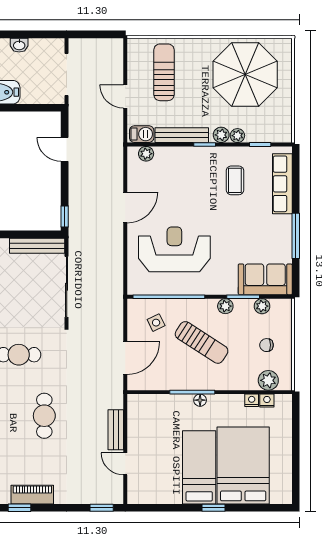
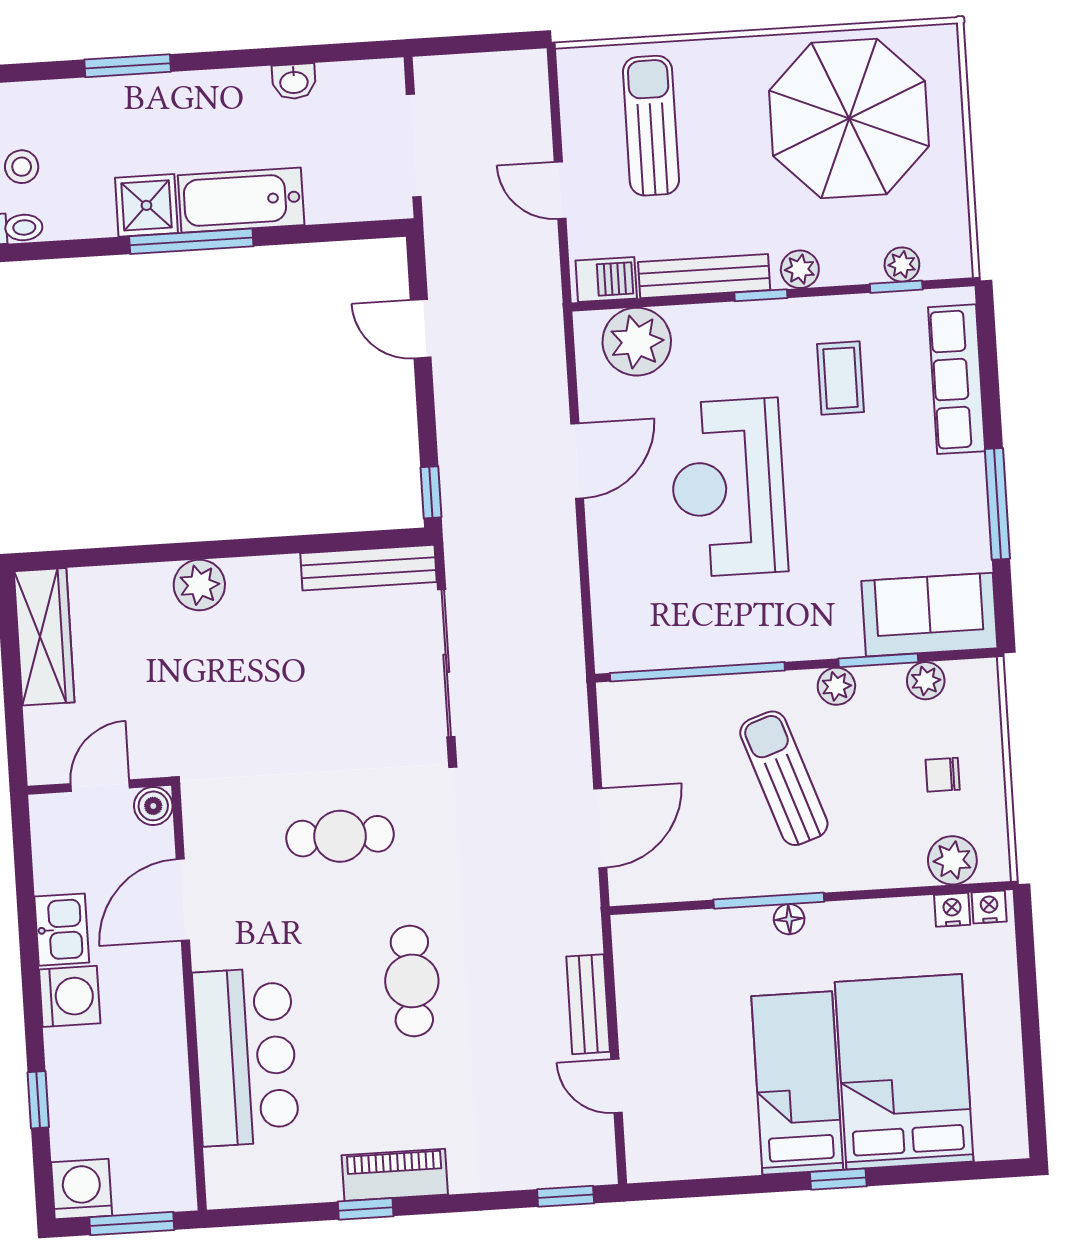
plant: (237, 136) -> (902, 265), moved
plant: (146, 154) -> (637, 342), width x1.87, depth x1.87
reception desk: (174, 249) -> (728, 488), moved, turned -90
side table: (156, 323) -> (670, 737), removed
sun lounger: (202, 342) -> (784, 778), turned -142
nightstand: (252, 400) -> (989, 907), moved

